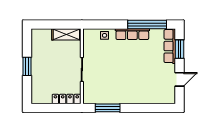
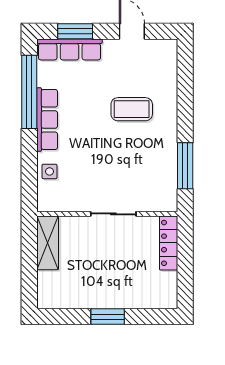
coffee table: (138, 79) -> (132, 109), added

